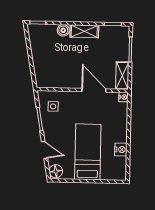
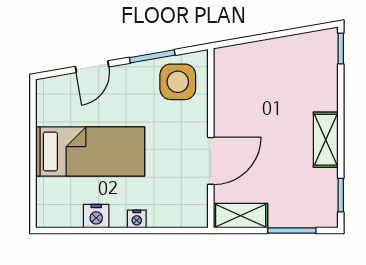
boiler: (63, 30) -> (327, 99), removed
nightstand: (123, 97) -> (137, 219), moved
side table: (53, 106) -> (178, 82), width x1.87, depth x1.87
floor lamp: (56, 171) -> (51, 90), removed

